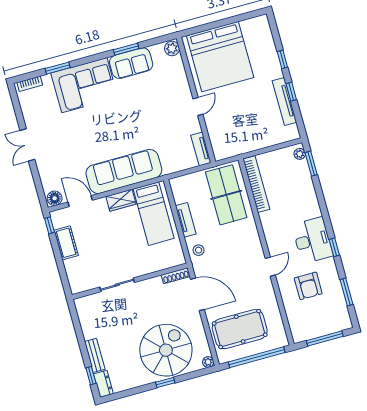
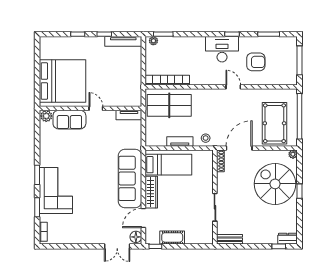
window: (126, 49) -> (37, 175), moved
sofa: (131, 63) -> (69, 120), moved, turned 90
tv unit: (284, 101) -> (123, 41), moved
double door: (27, 145) -> (117, 246), moved
wardrobe: (121, 200) -> (151, 192), width x1.50
bench: (95, 355) -> (229, 239), moved

